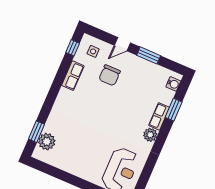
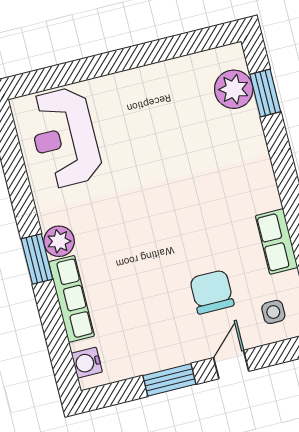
window: (174, 110) -> (37, 259), moved
row of seats: (159, 116) -> (72, 299), width x1.48

